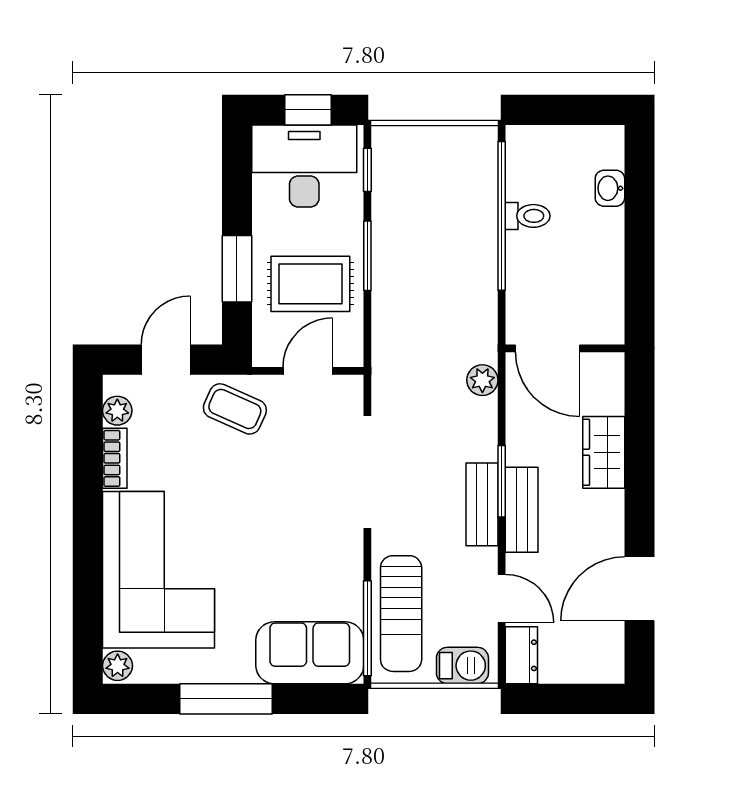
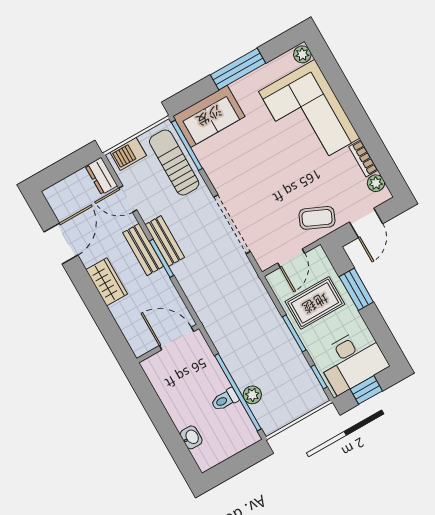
plant: (482, 380) -> (252, 395), moved
wardrobe: (604, 452) -> (107, 282), moved

